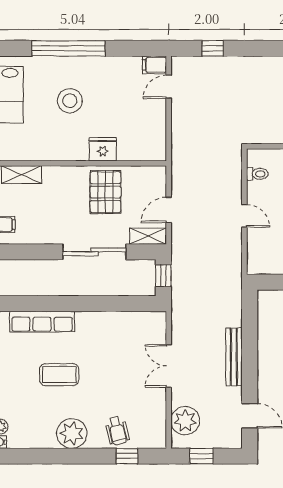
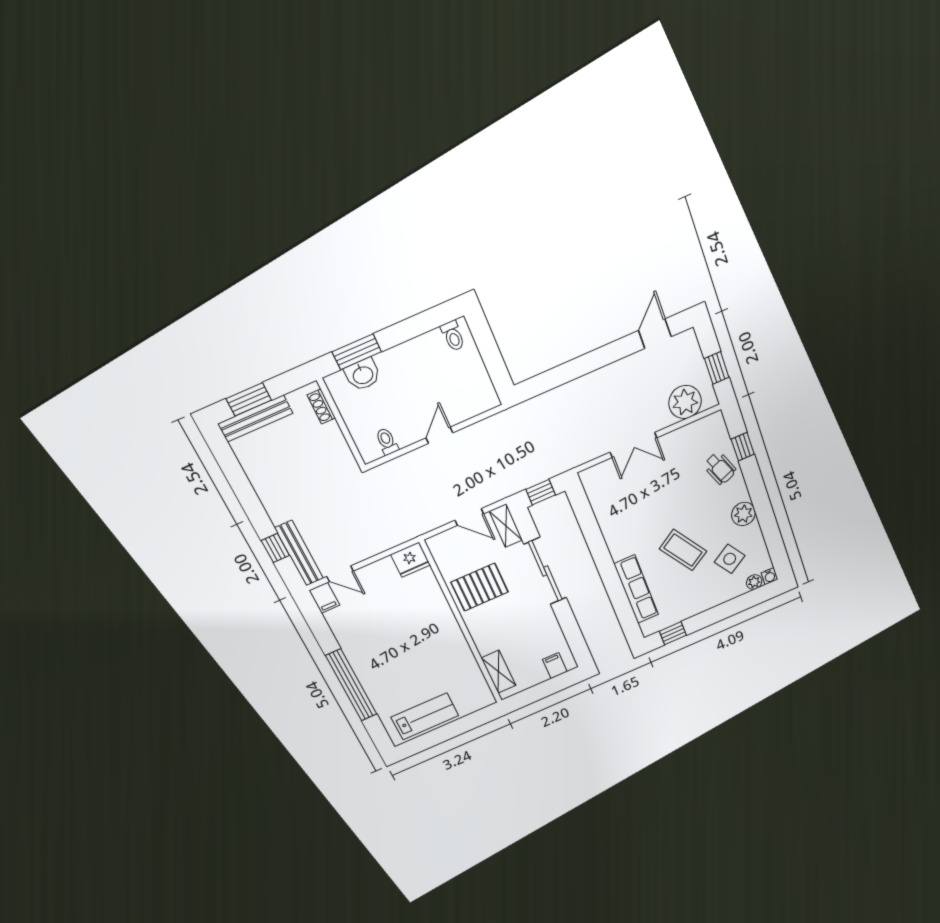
stool: (70, 101) -> (403, 661), removed
fridge: (103, 149) -> (410, 560), moved, turned -90
bench: (234, 357) -> (299, 553), moved, turned 90
coffee table: (59, 375) -> (683, 550), turned -33
side table: (32, 412) -> (730, 559), added
wheelchair: (117, 431) -> (720, 468), turned 81
plant: (72, 433) -> (743, 514), width x0.73, depth x0.73

